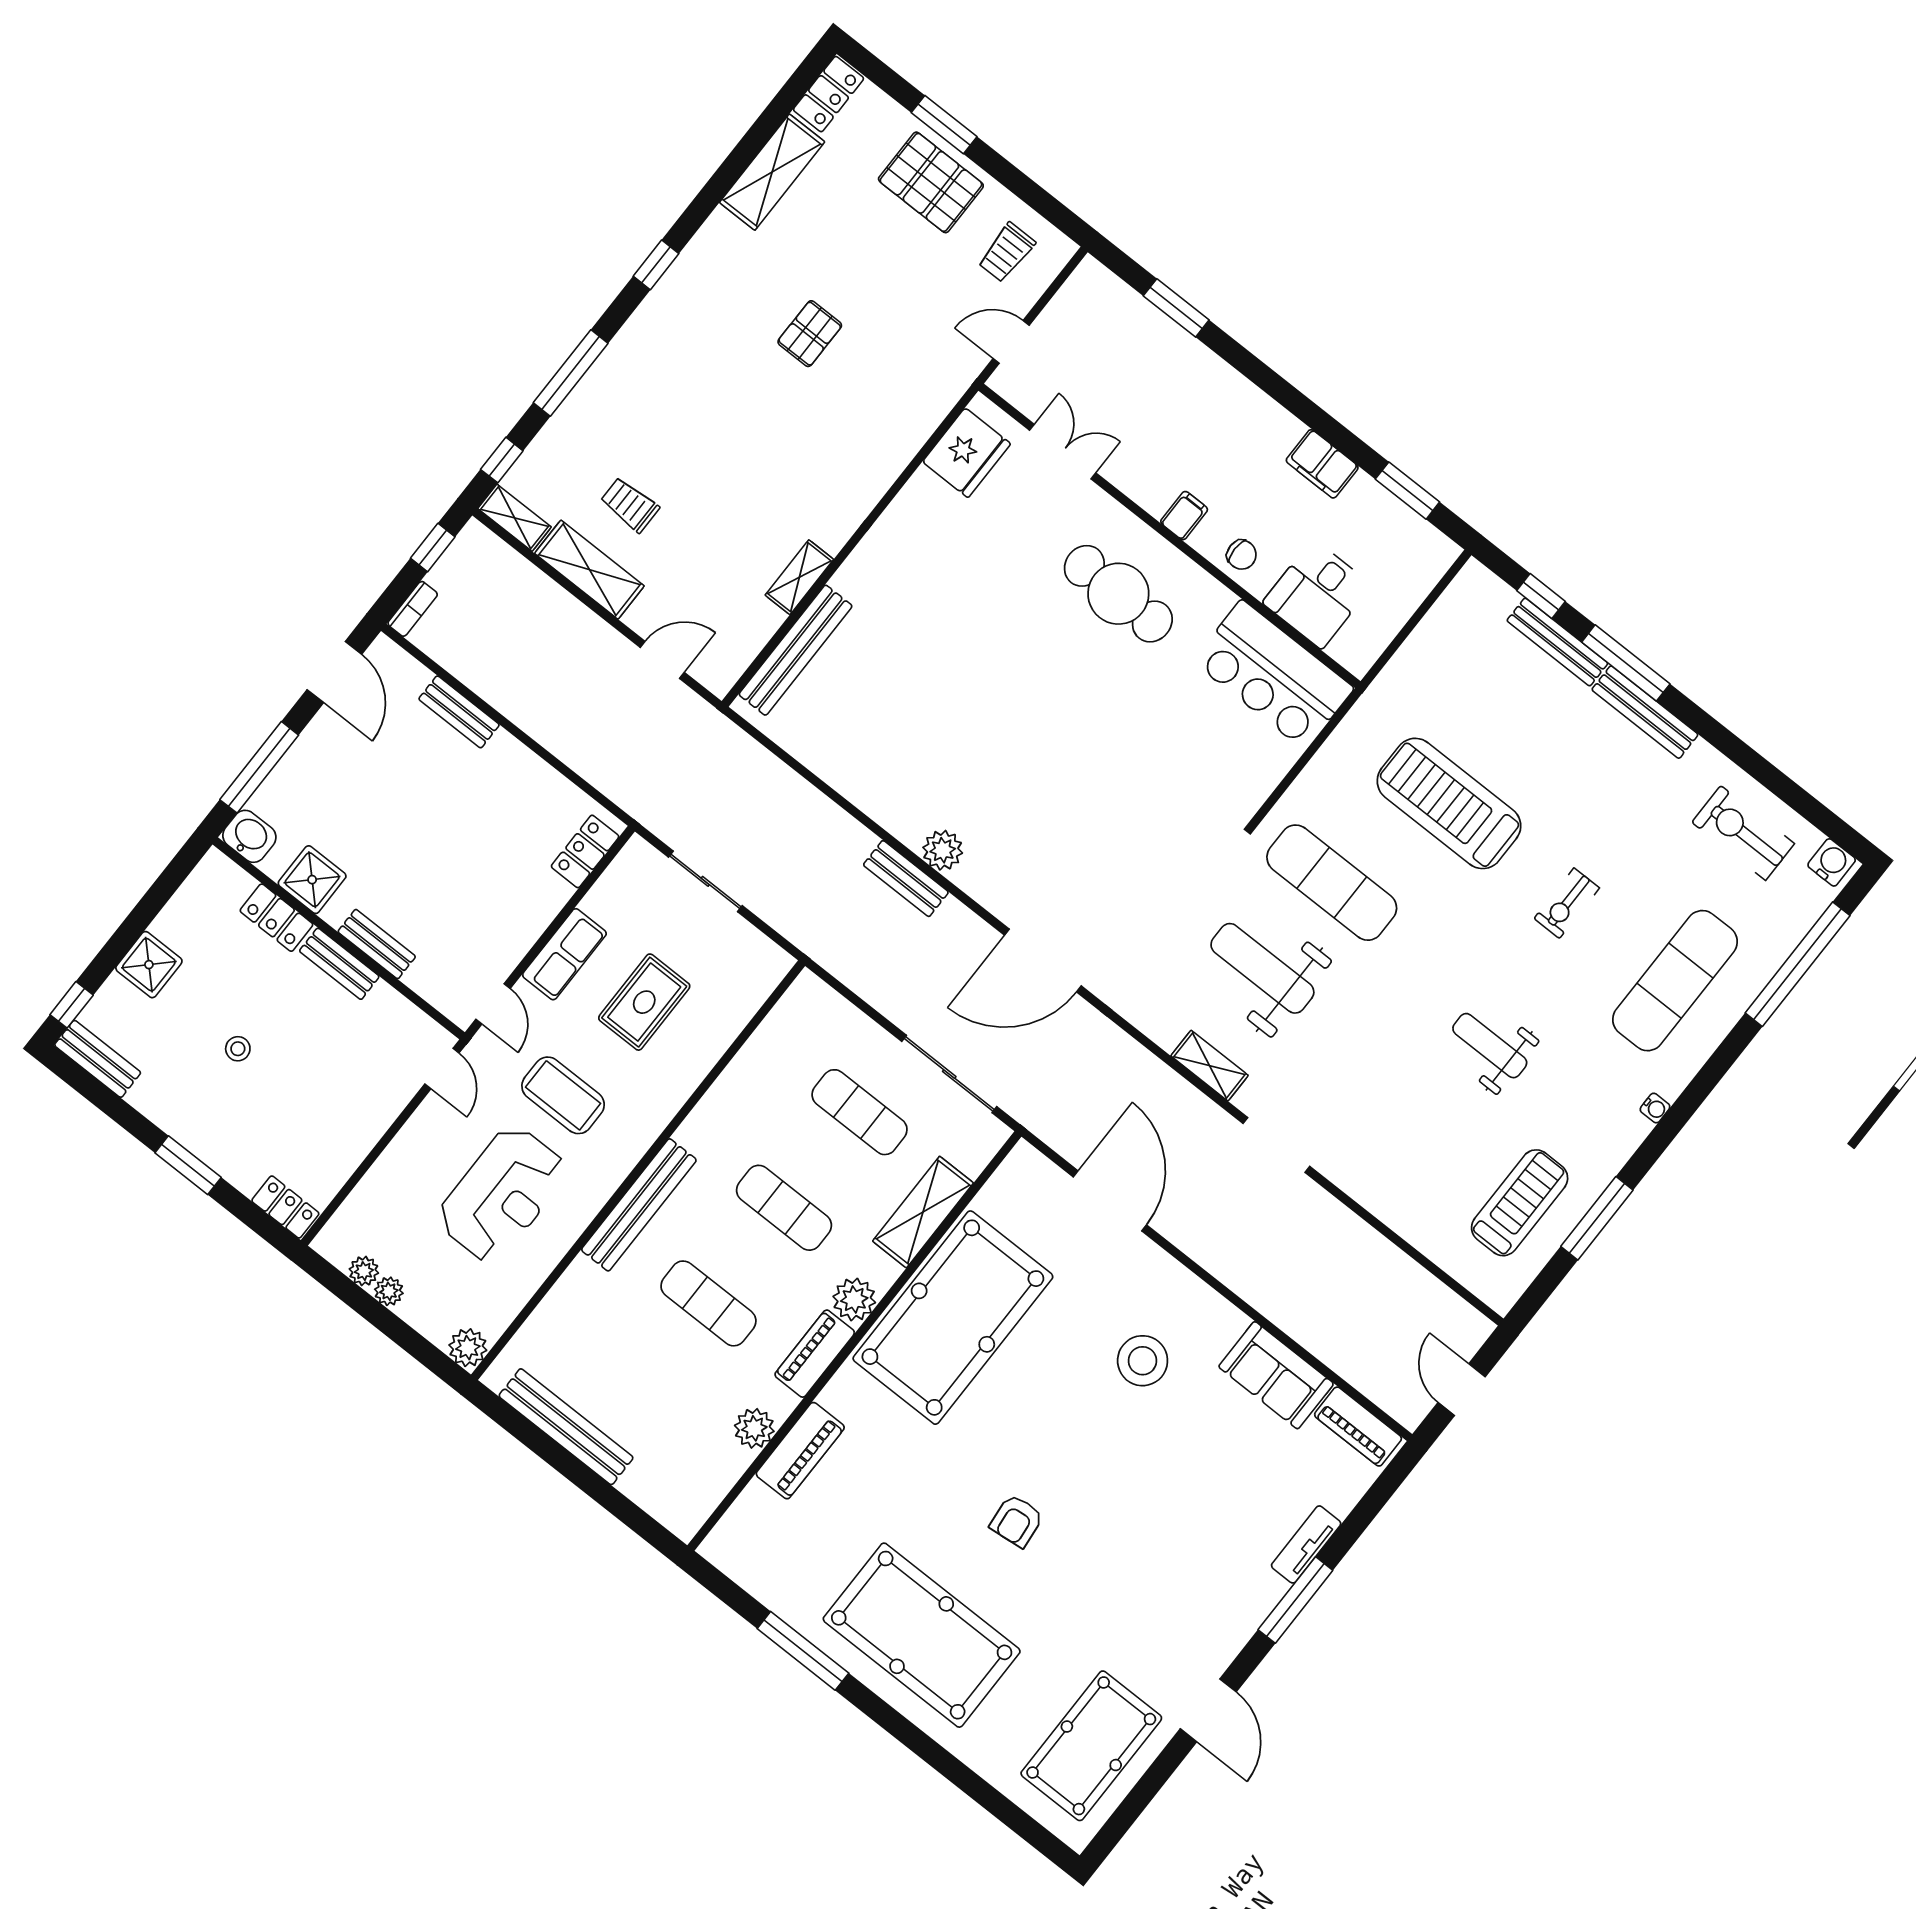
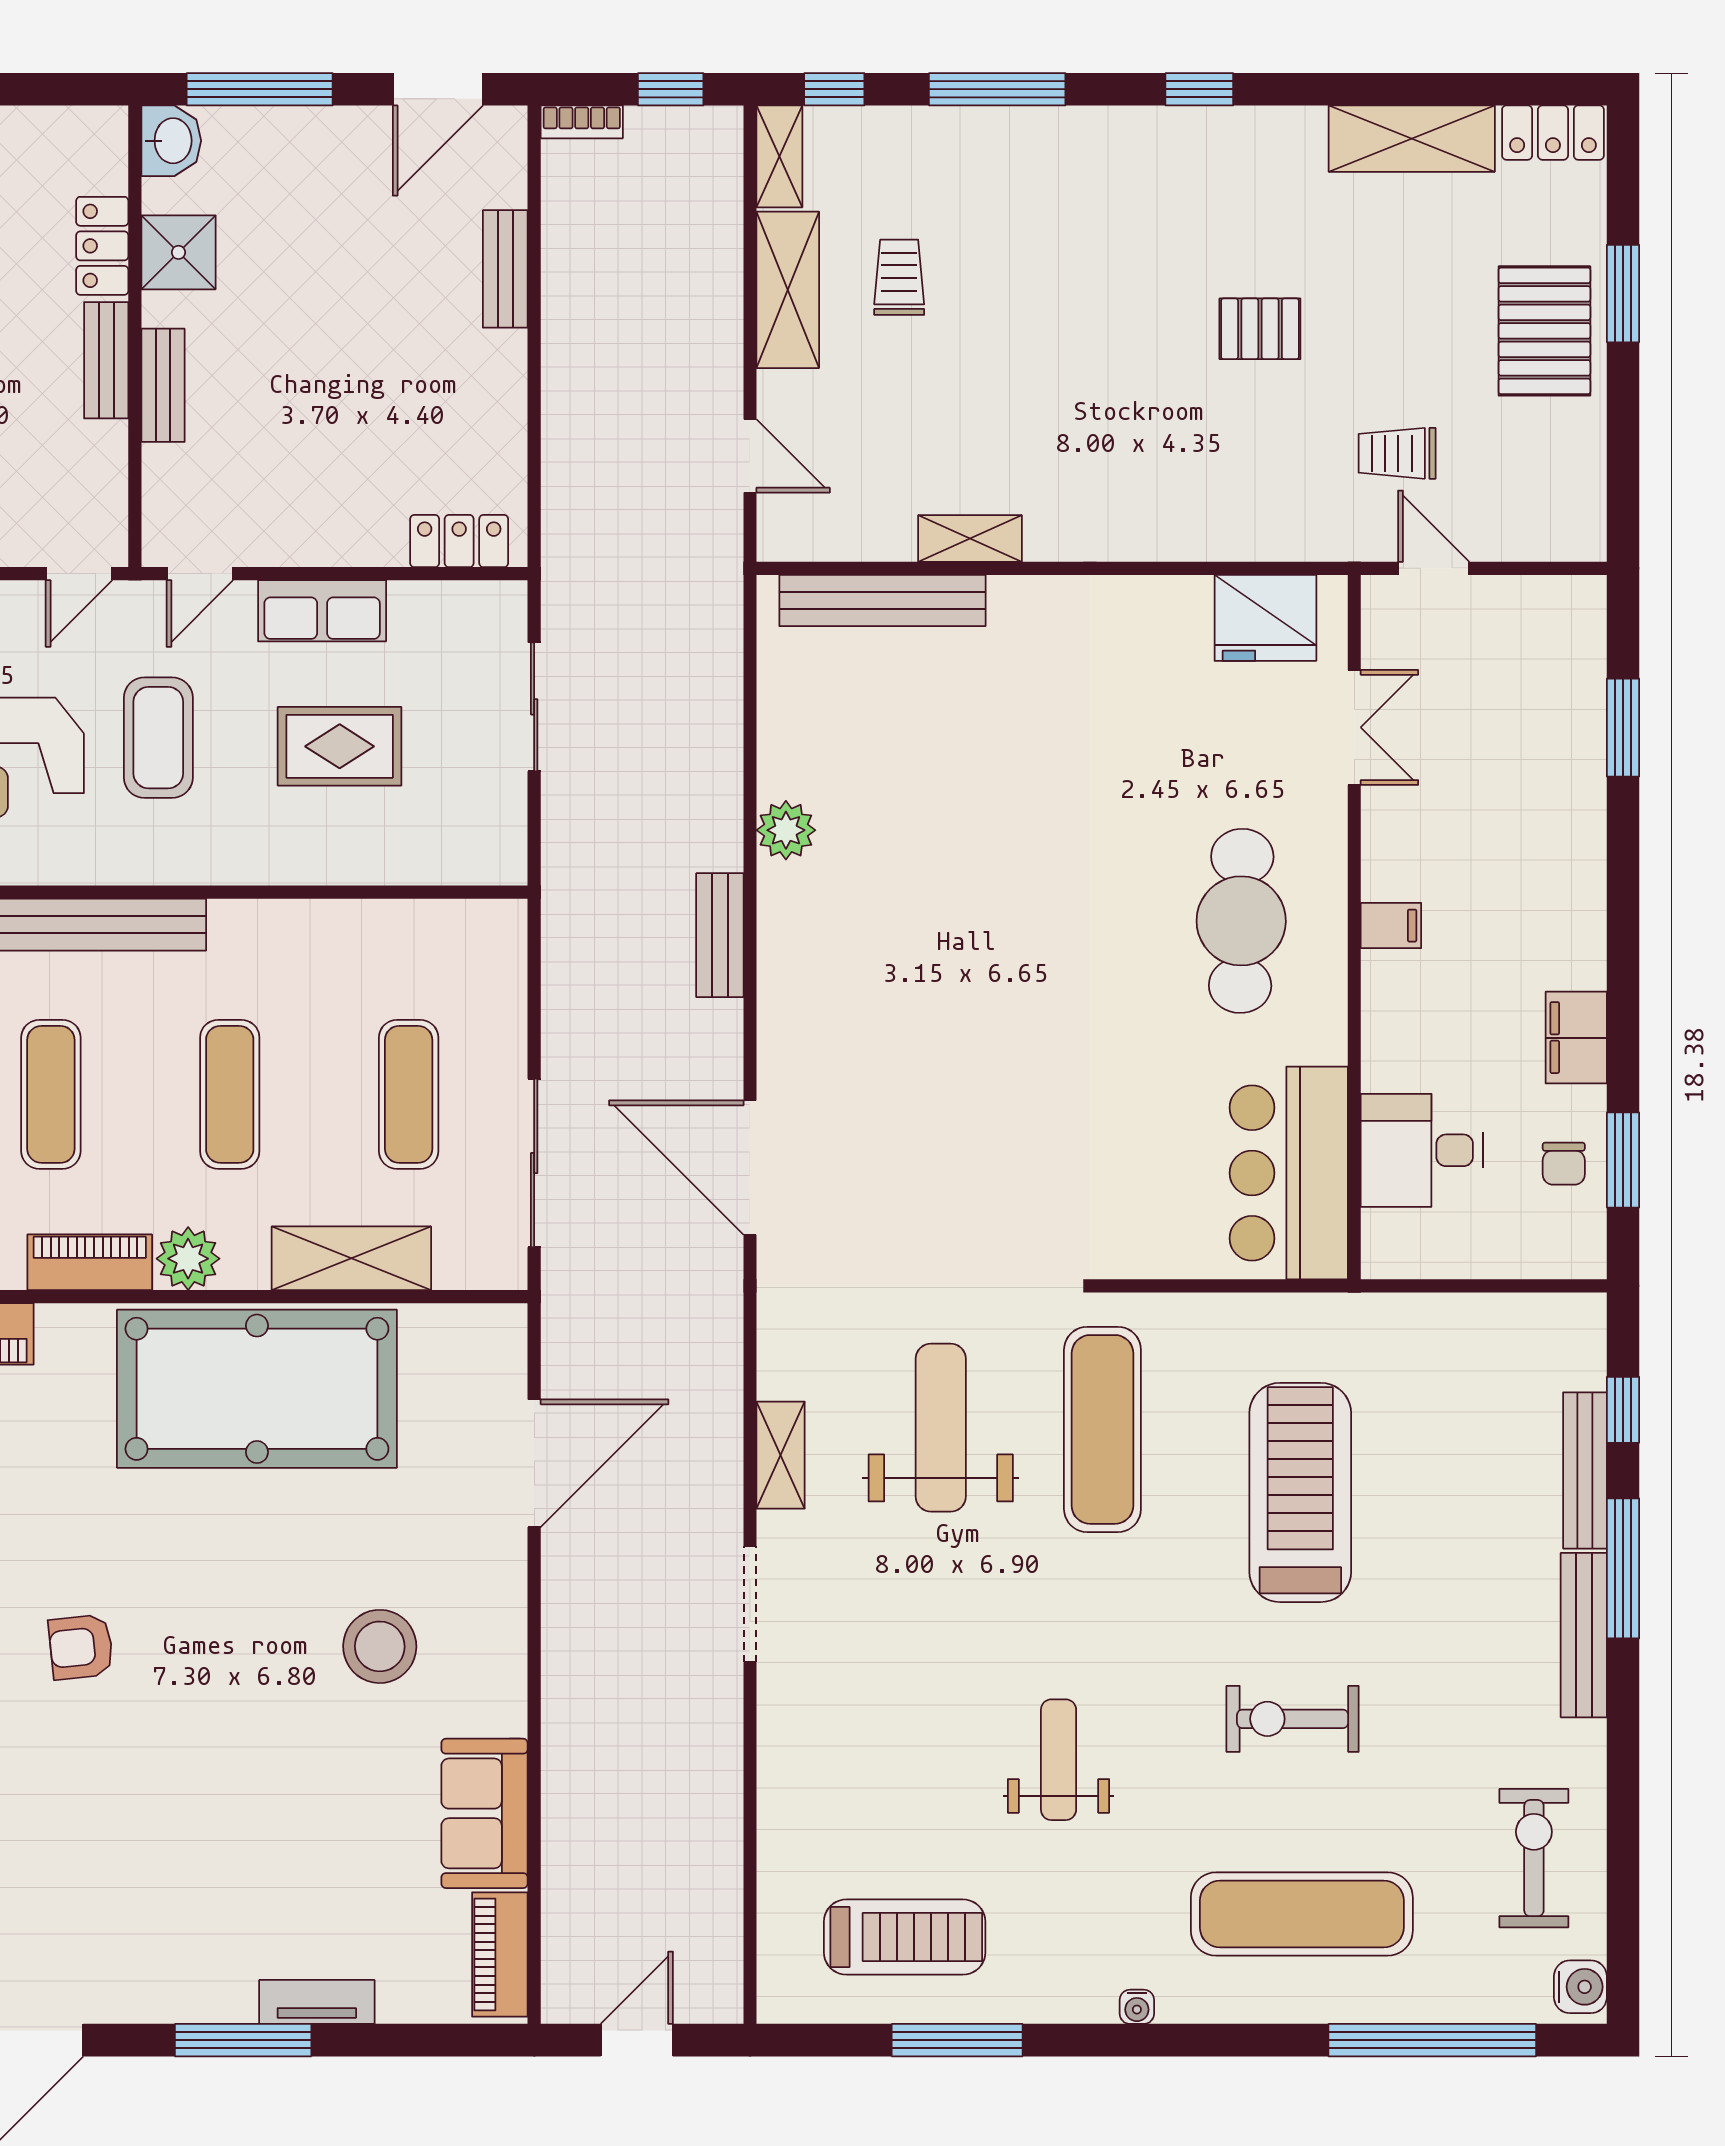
trolley: (1007, 252) -> (1397, 453), moved
chair: (1242, 555) -> (1564, 1164), moved
plant: (943, 850) -> (786, 830), moved
exercise bike: (1567, 903) -> (1293, 1719), width x1.38, depth x1.39

